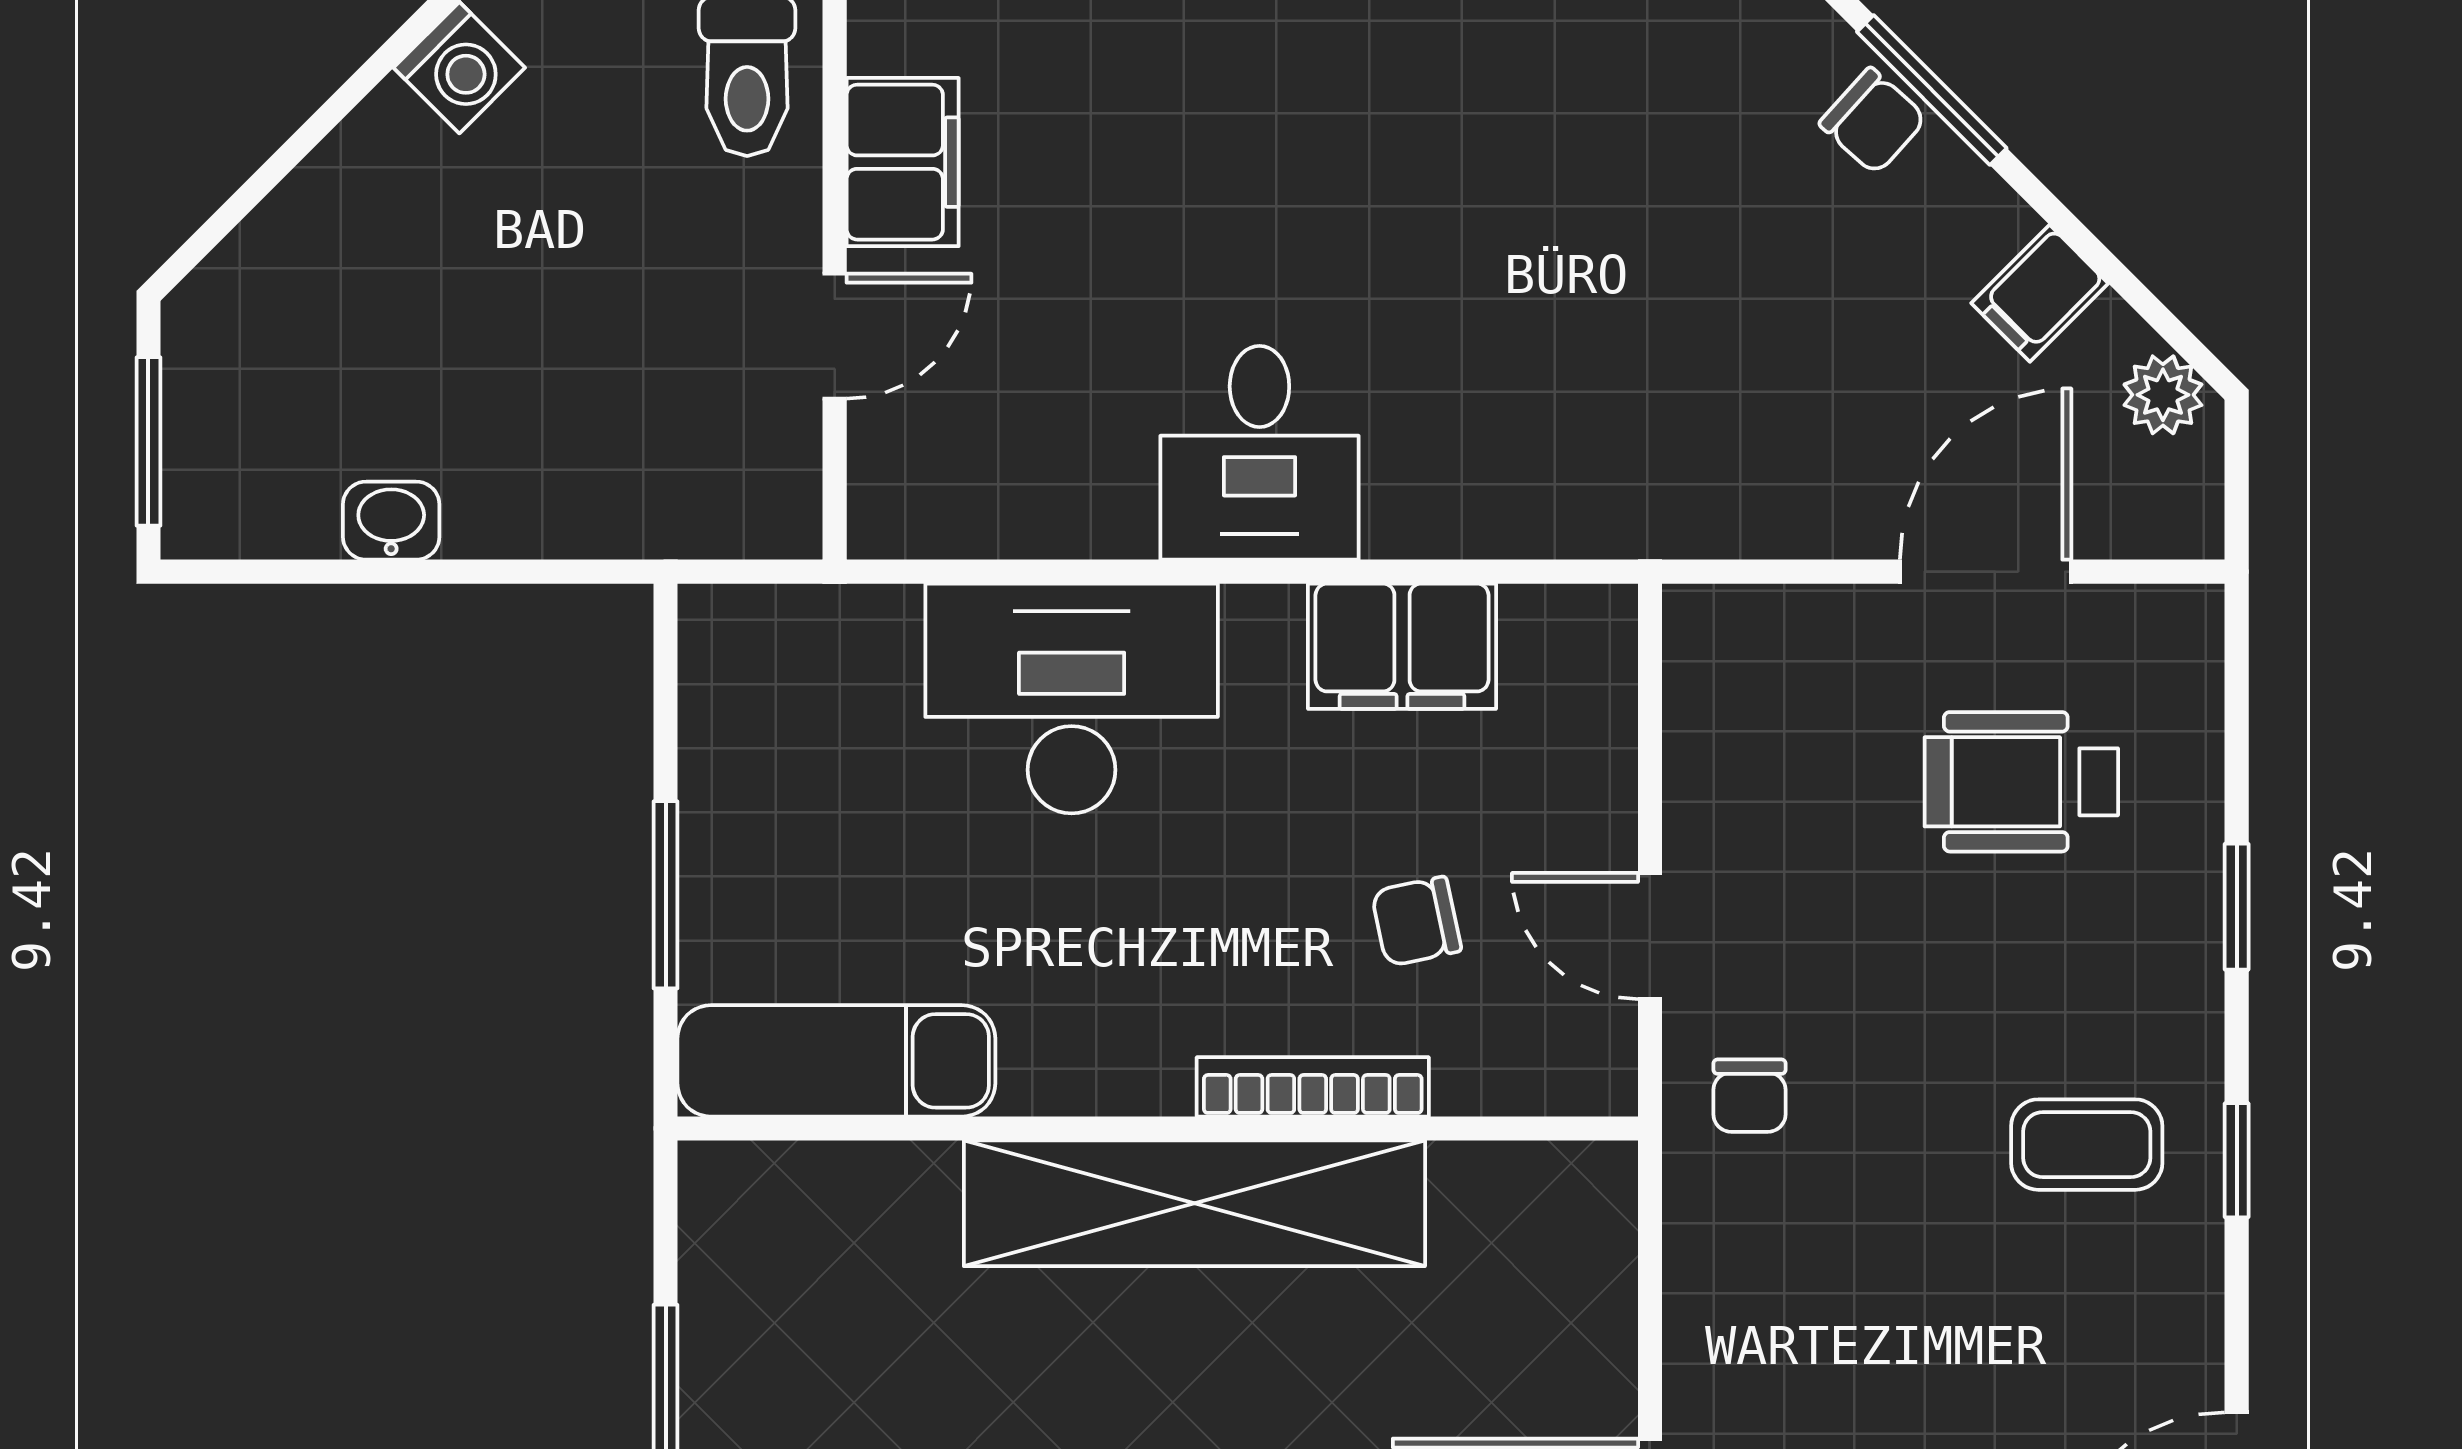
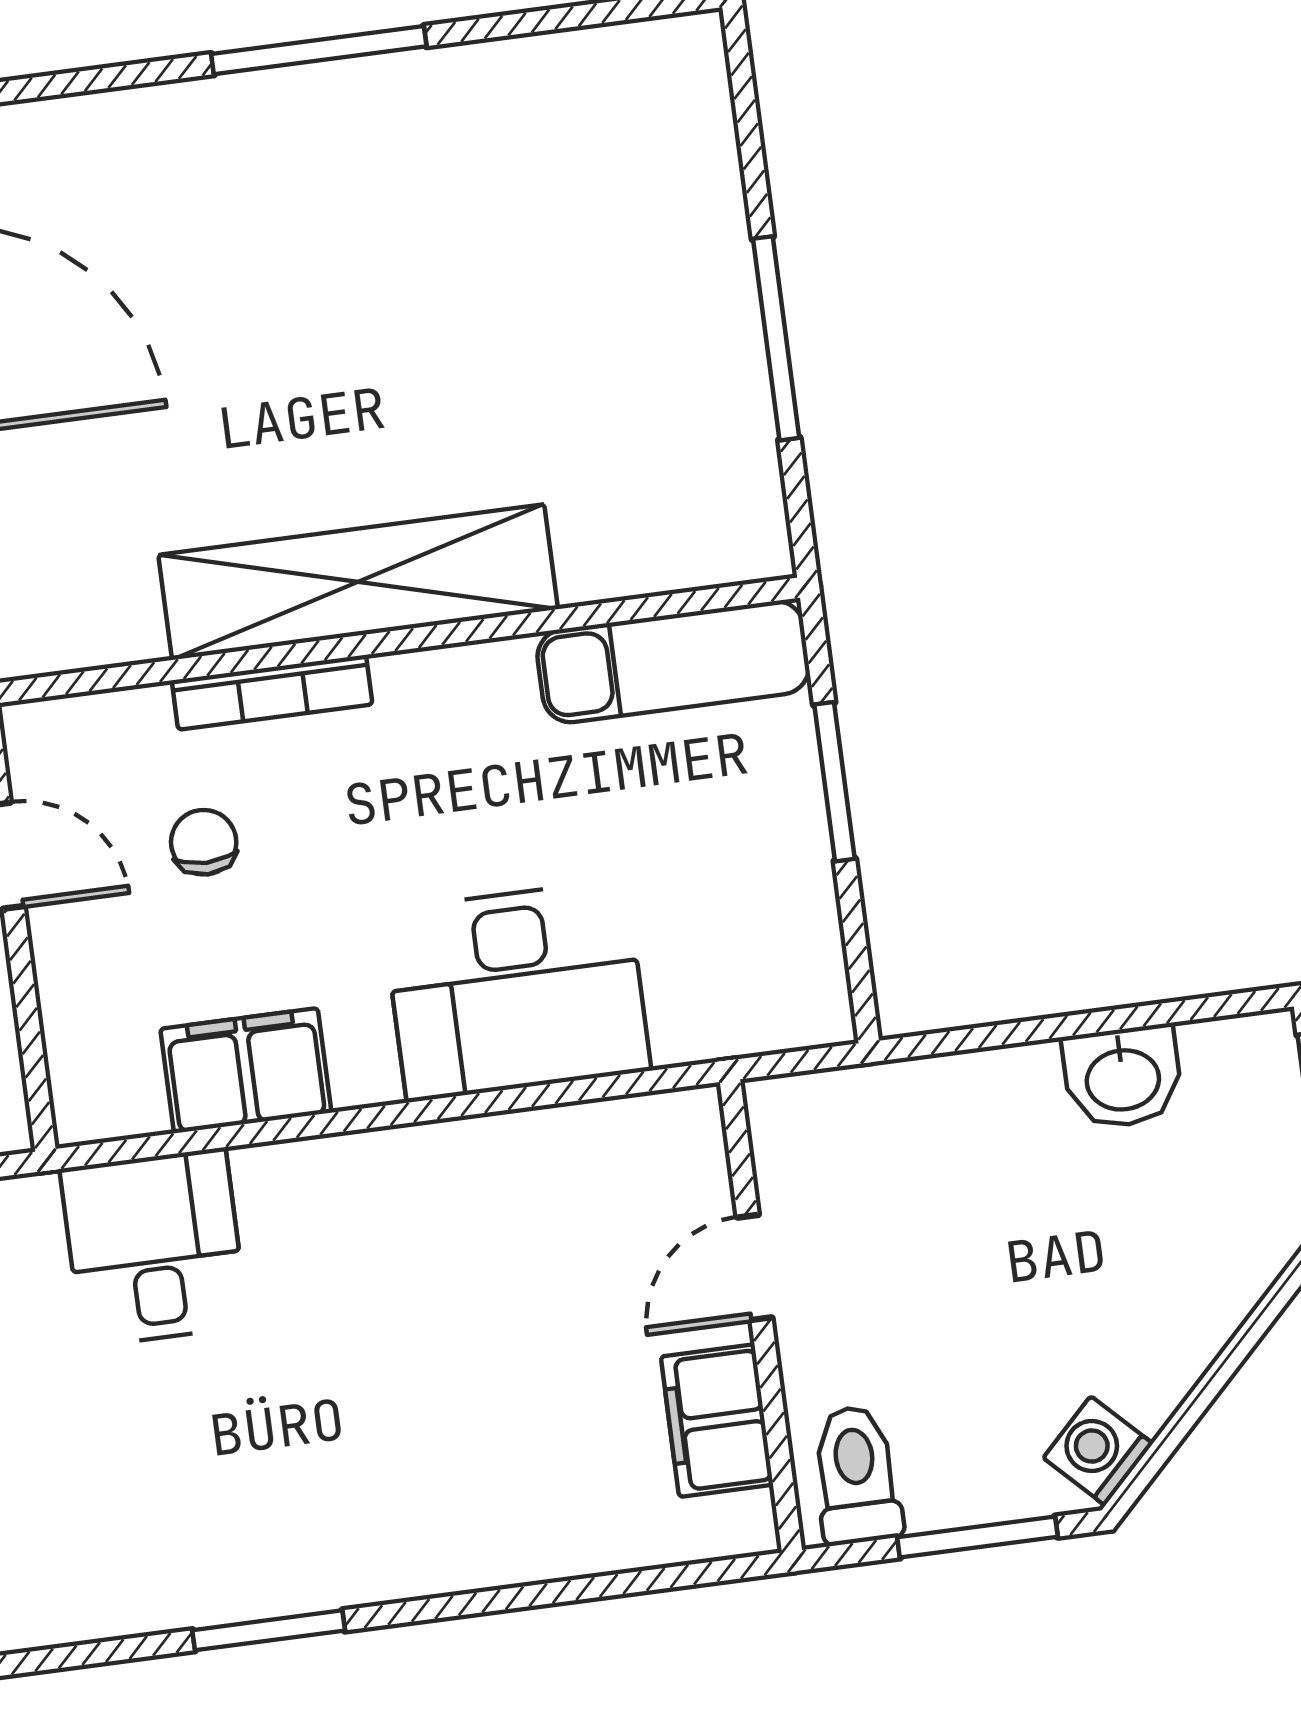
desk: (1259, 453) -> (154, 1247), moved
washbasin: (391, 521) -> (1123, 1077), width x1.38, depth x1.45
chair: (1416, 921) -> (204, 842), turned -78

